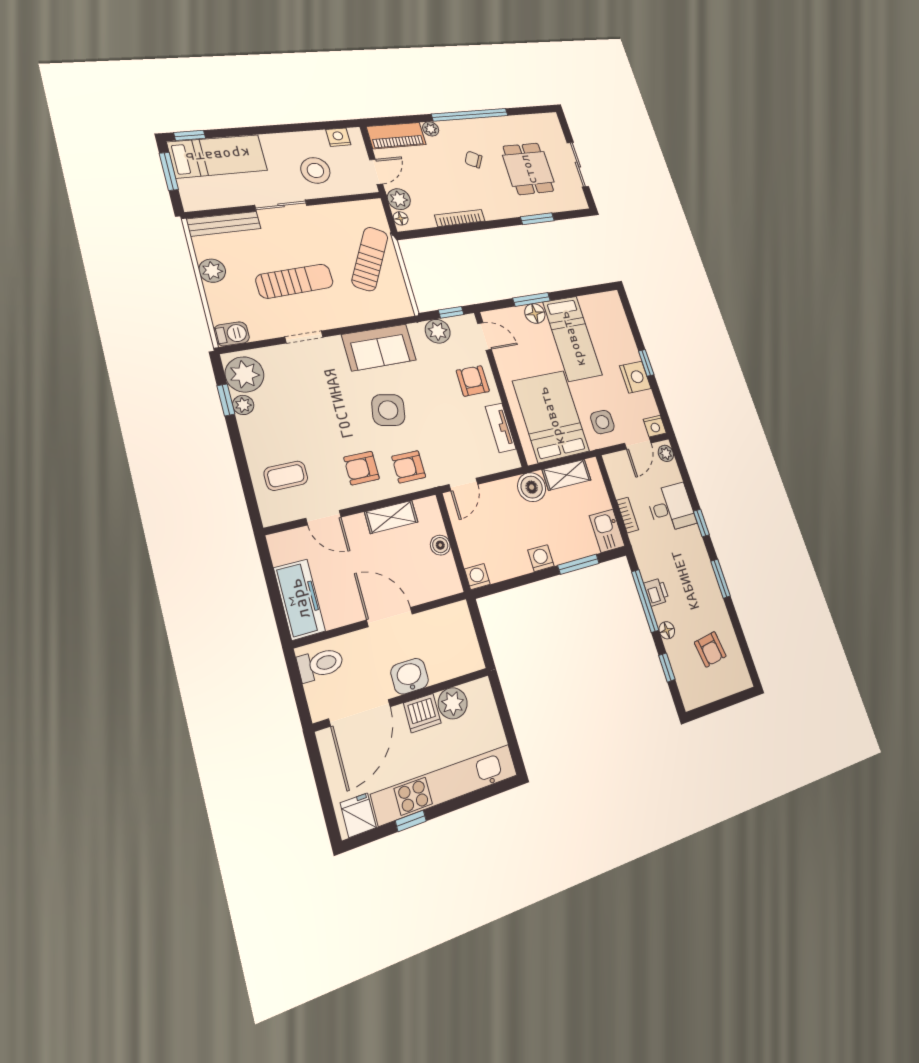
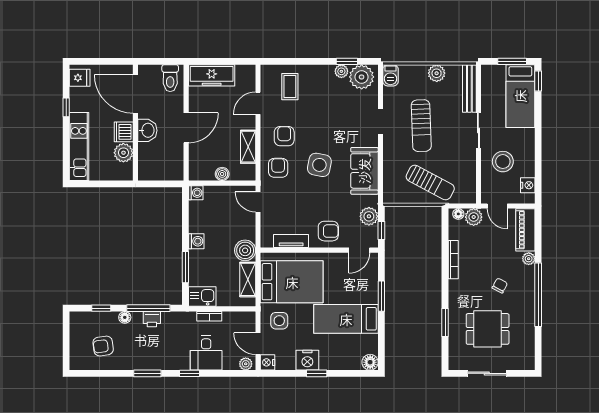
floor lamp: (535, 313) -> (370, 362), moved
kitchen unit: (445, 784) -> (79, 147), width x0.73

